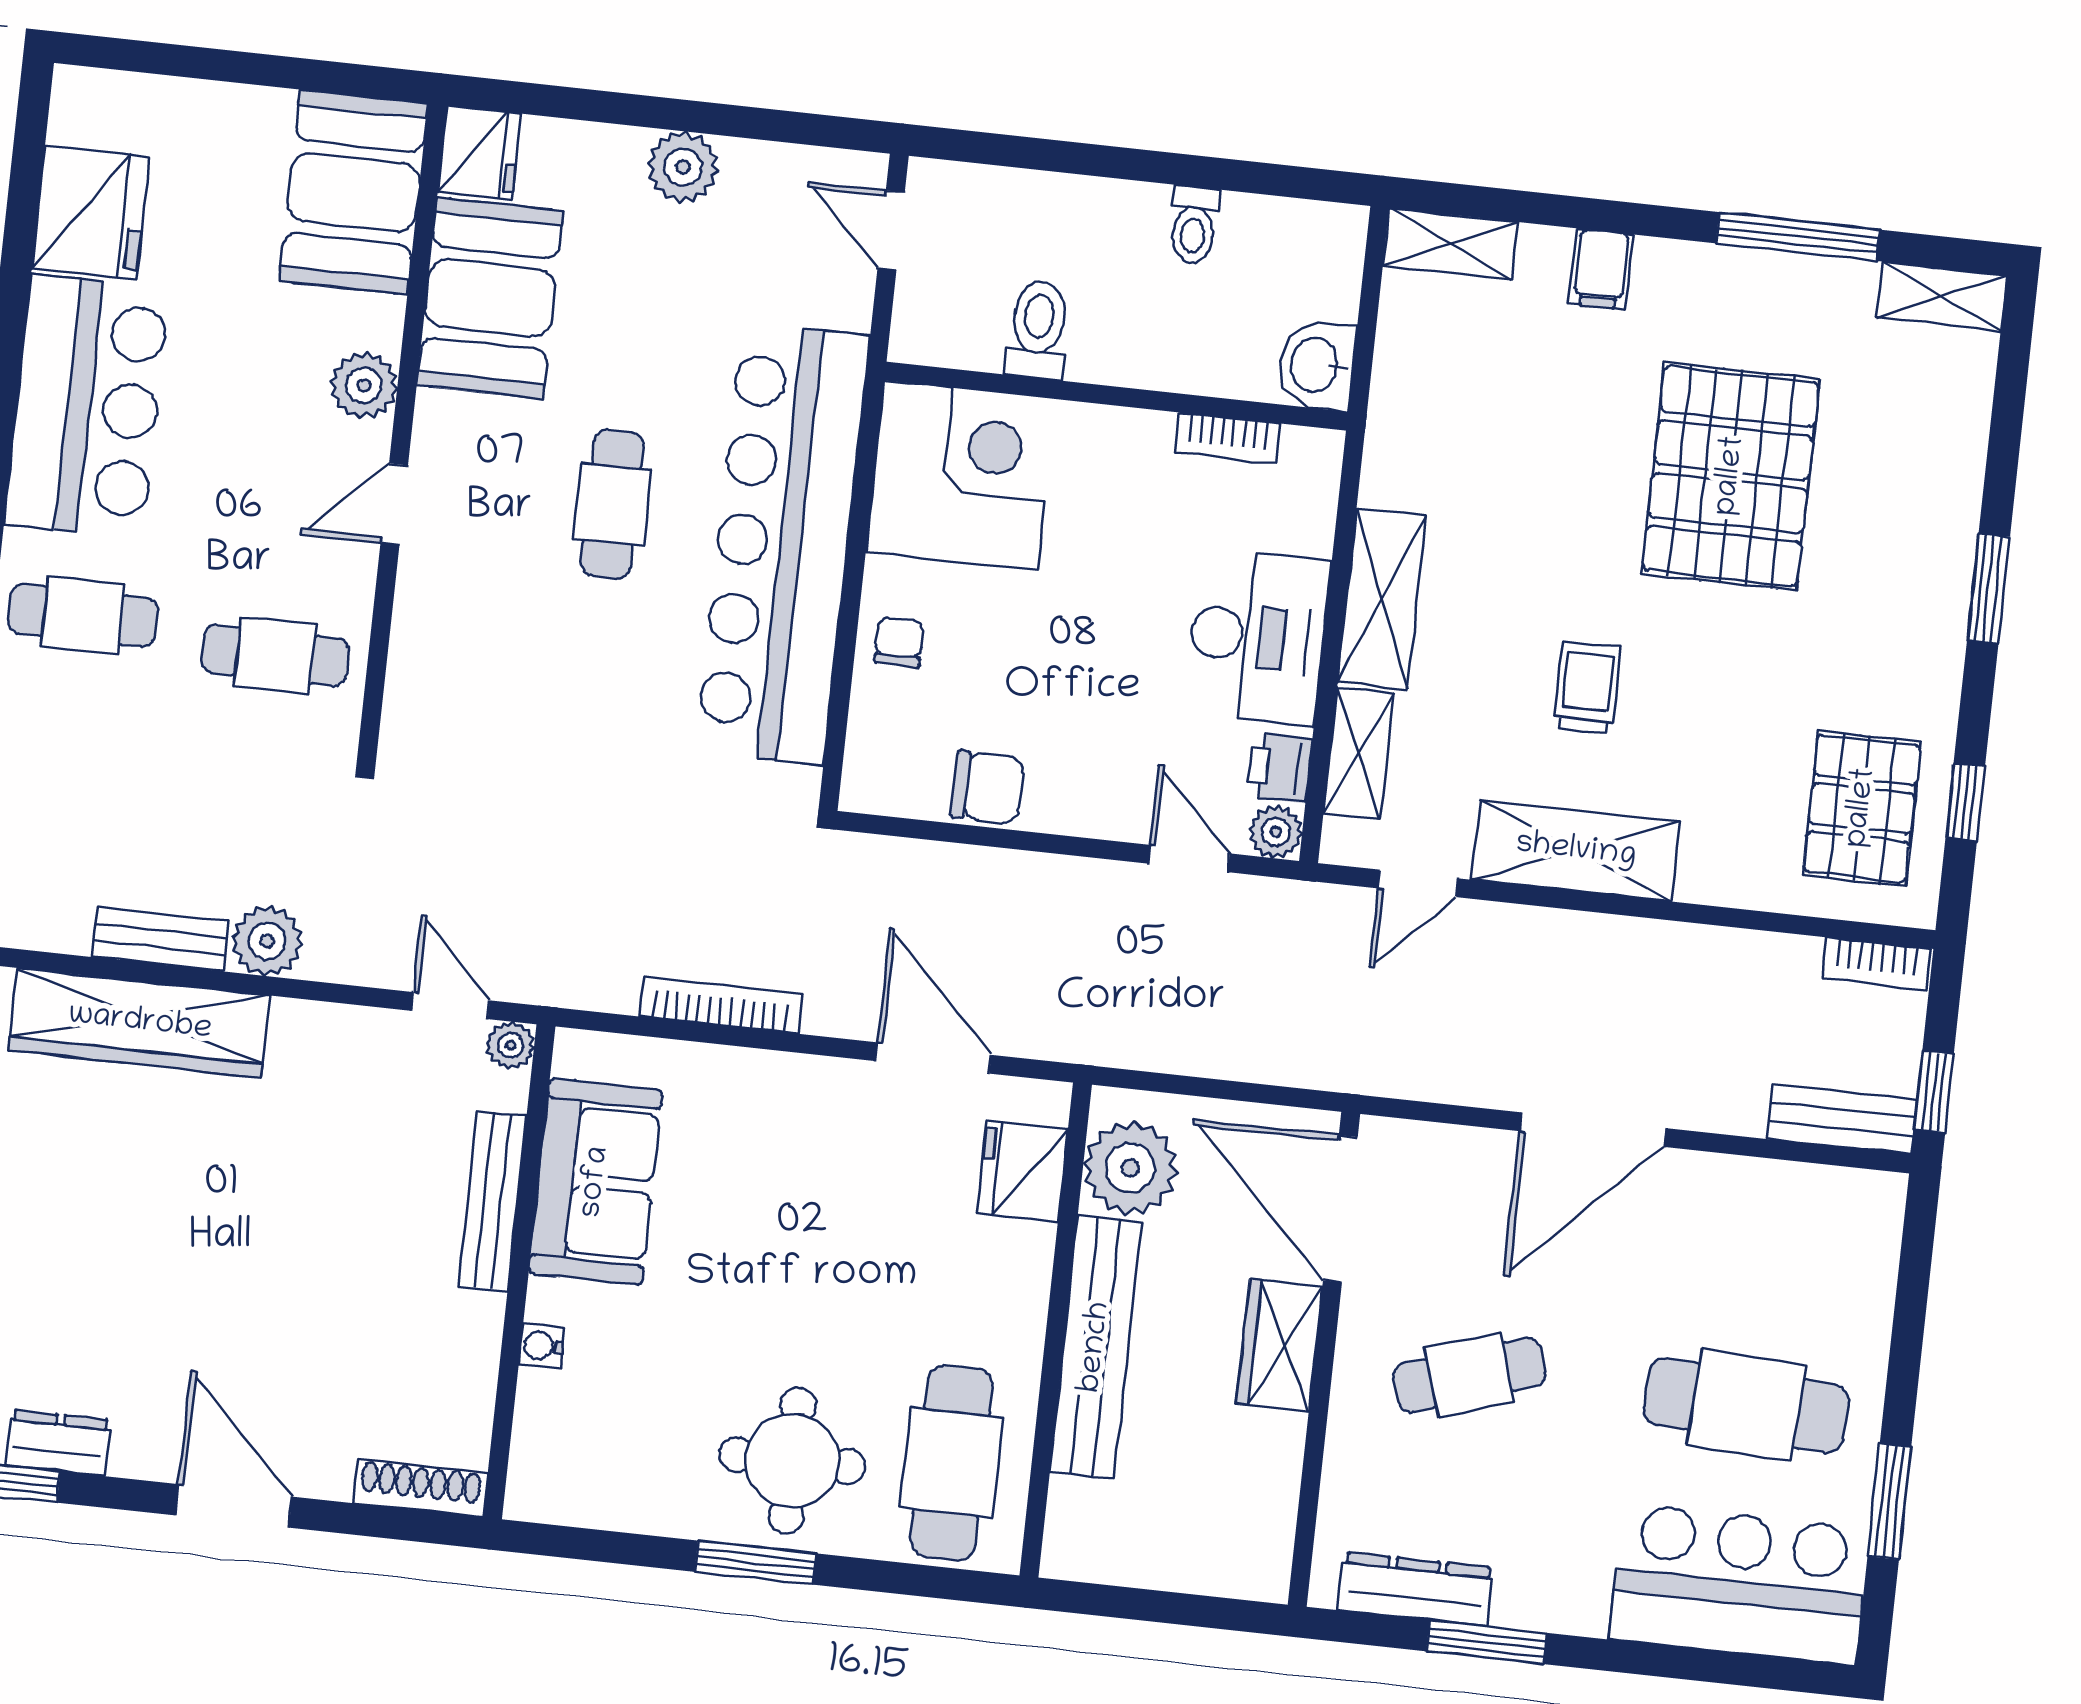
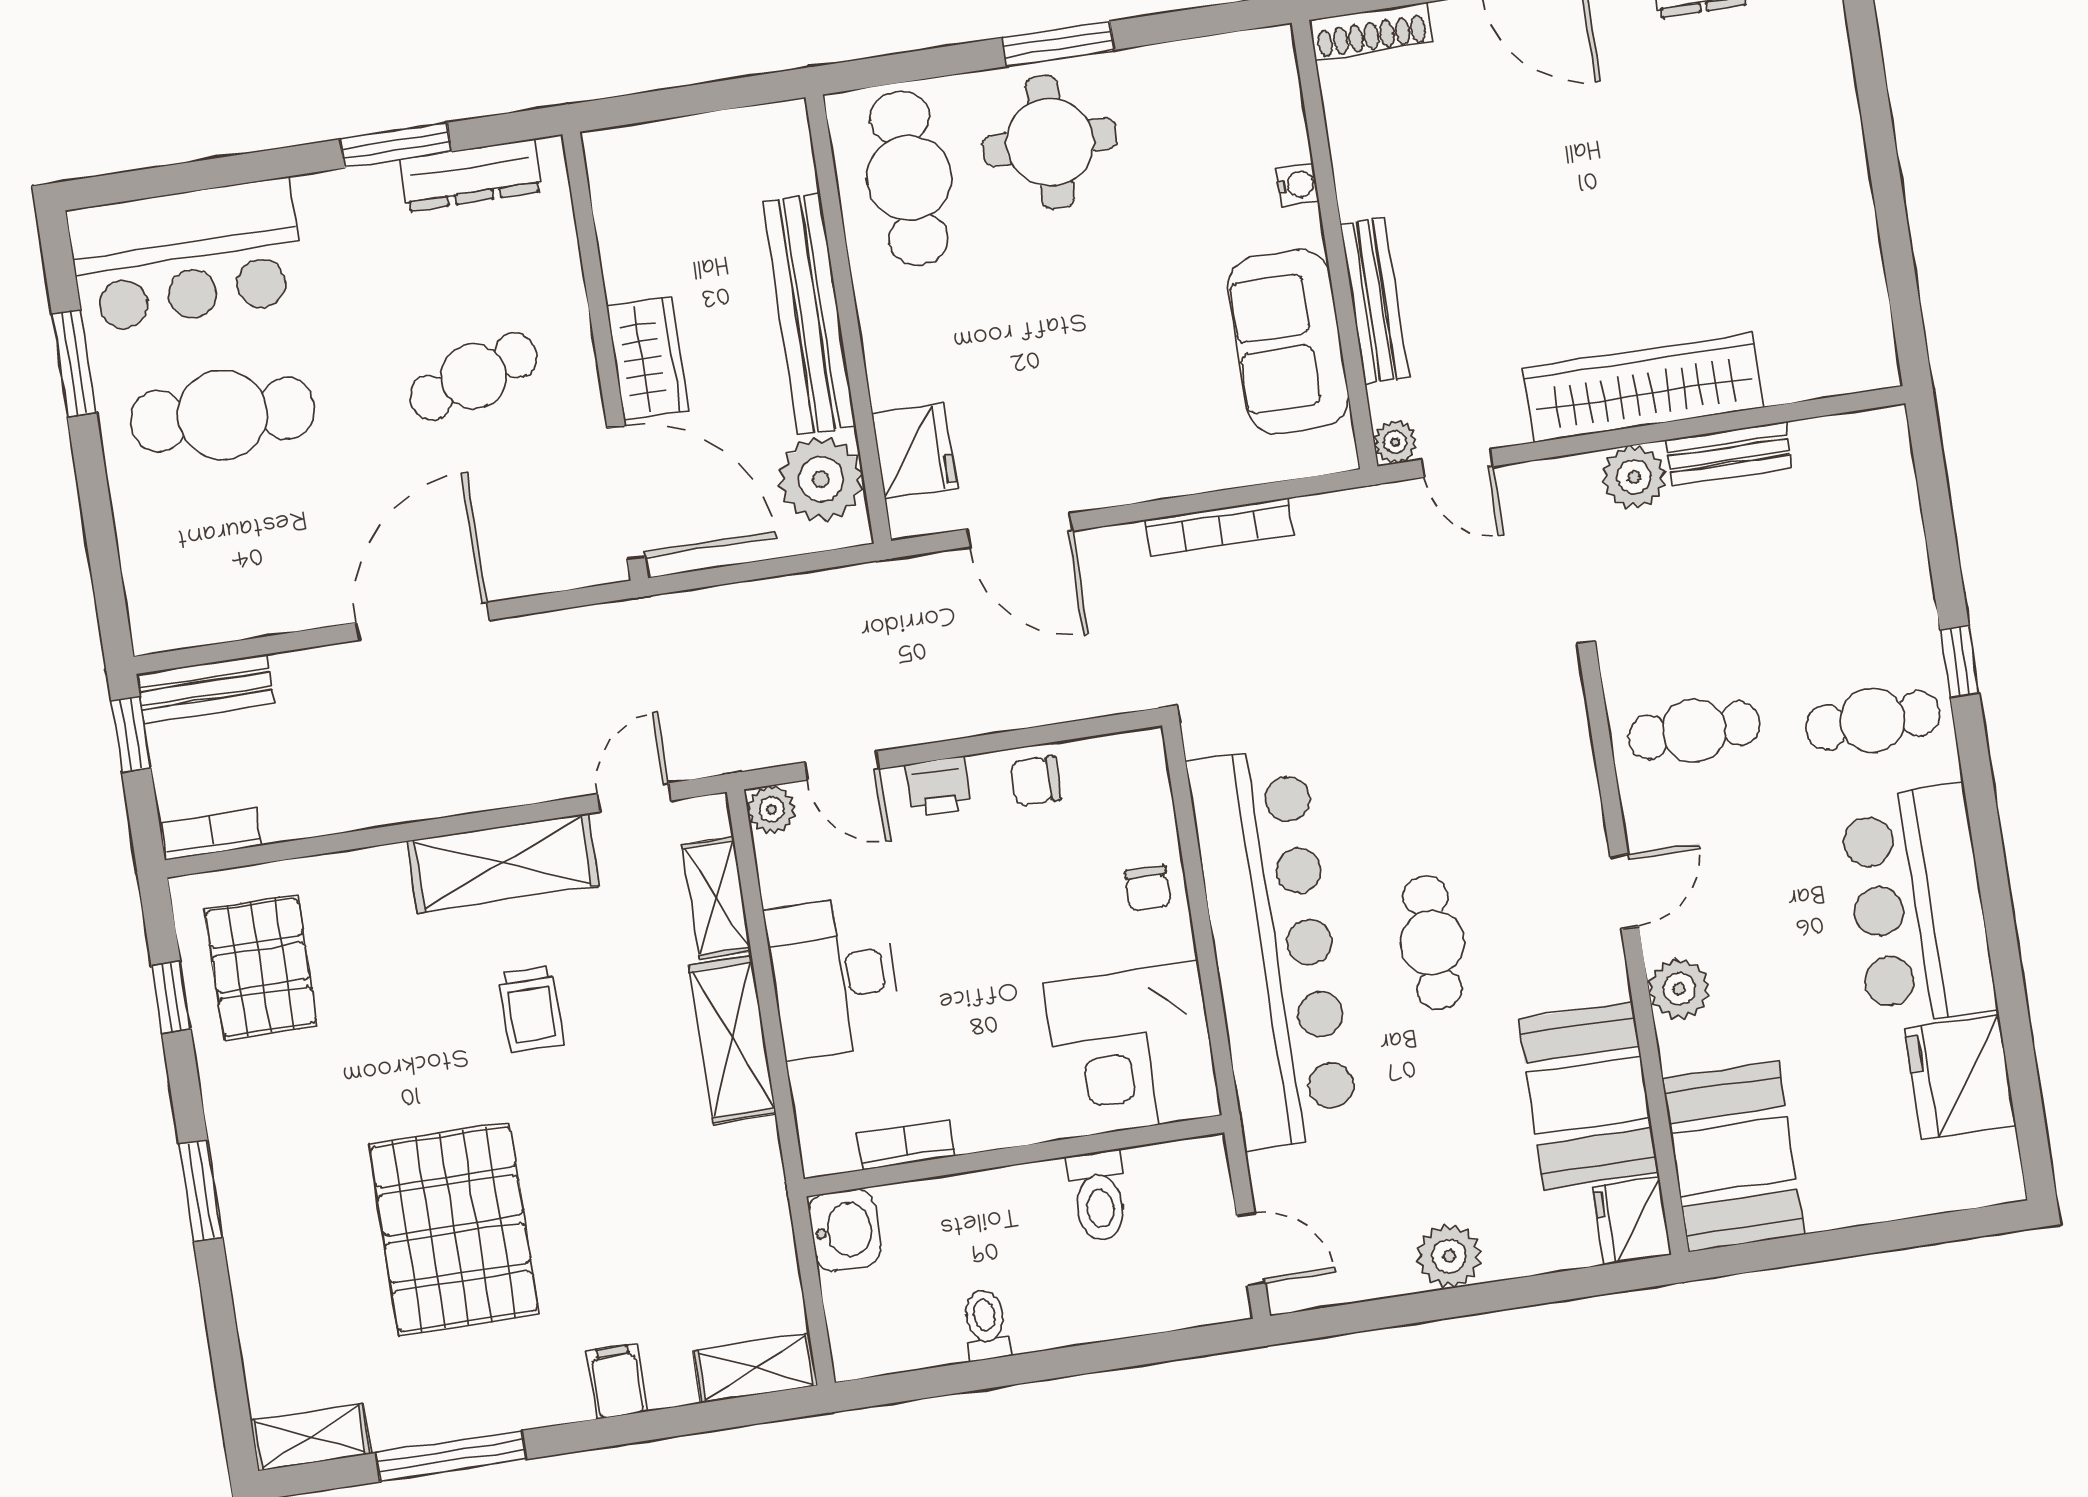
printer: (1279, 768) -> (938, 787), moved, turned 90
chair: (987, 787) -> (1036, 781), width x0.73, depth x0.73
wardrobe: (140, 1023) -> (1643, 388), moved

